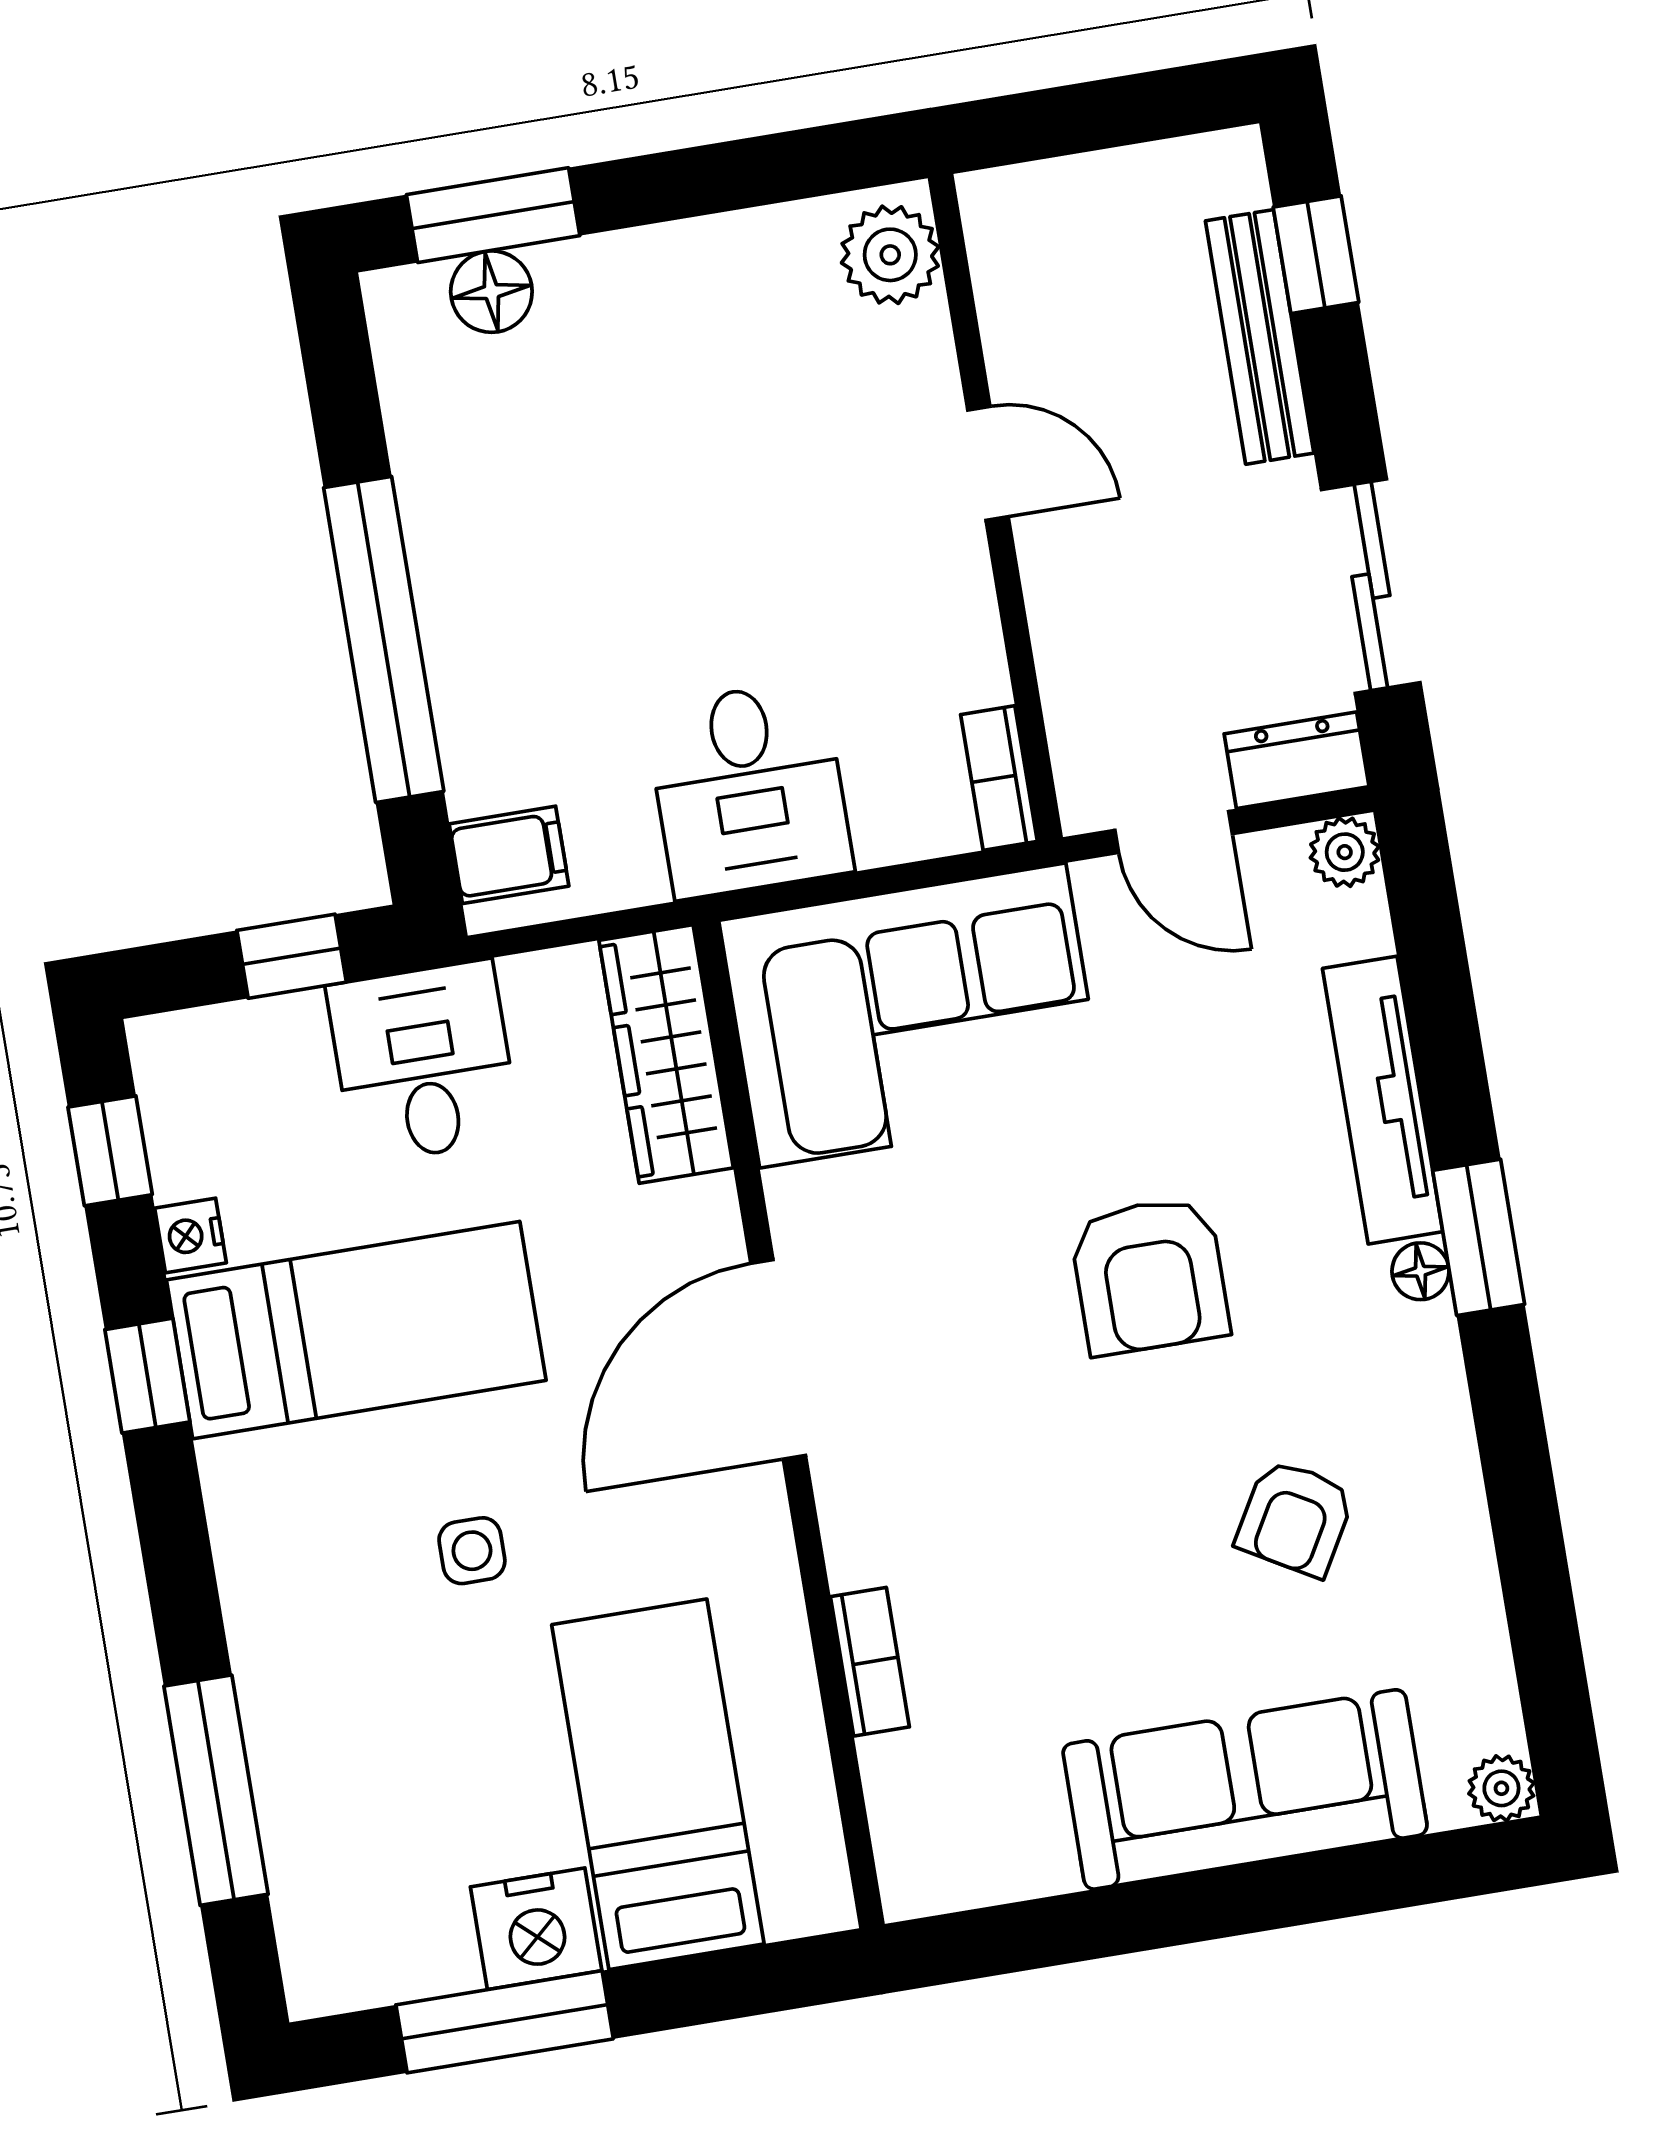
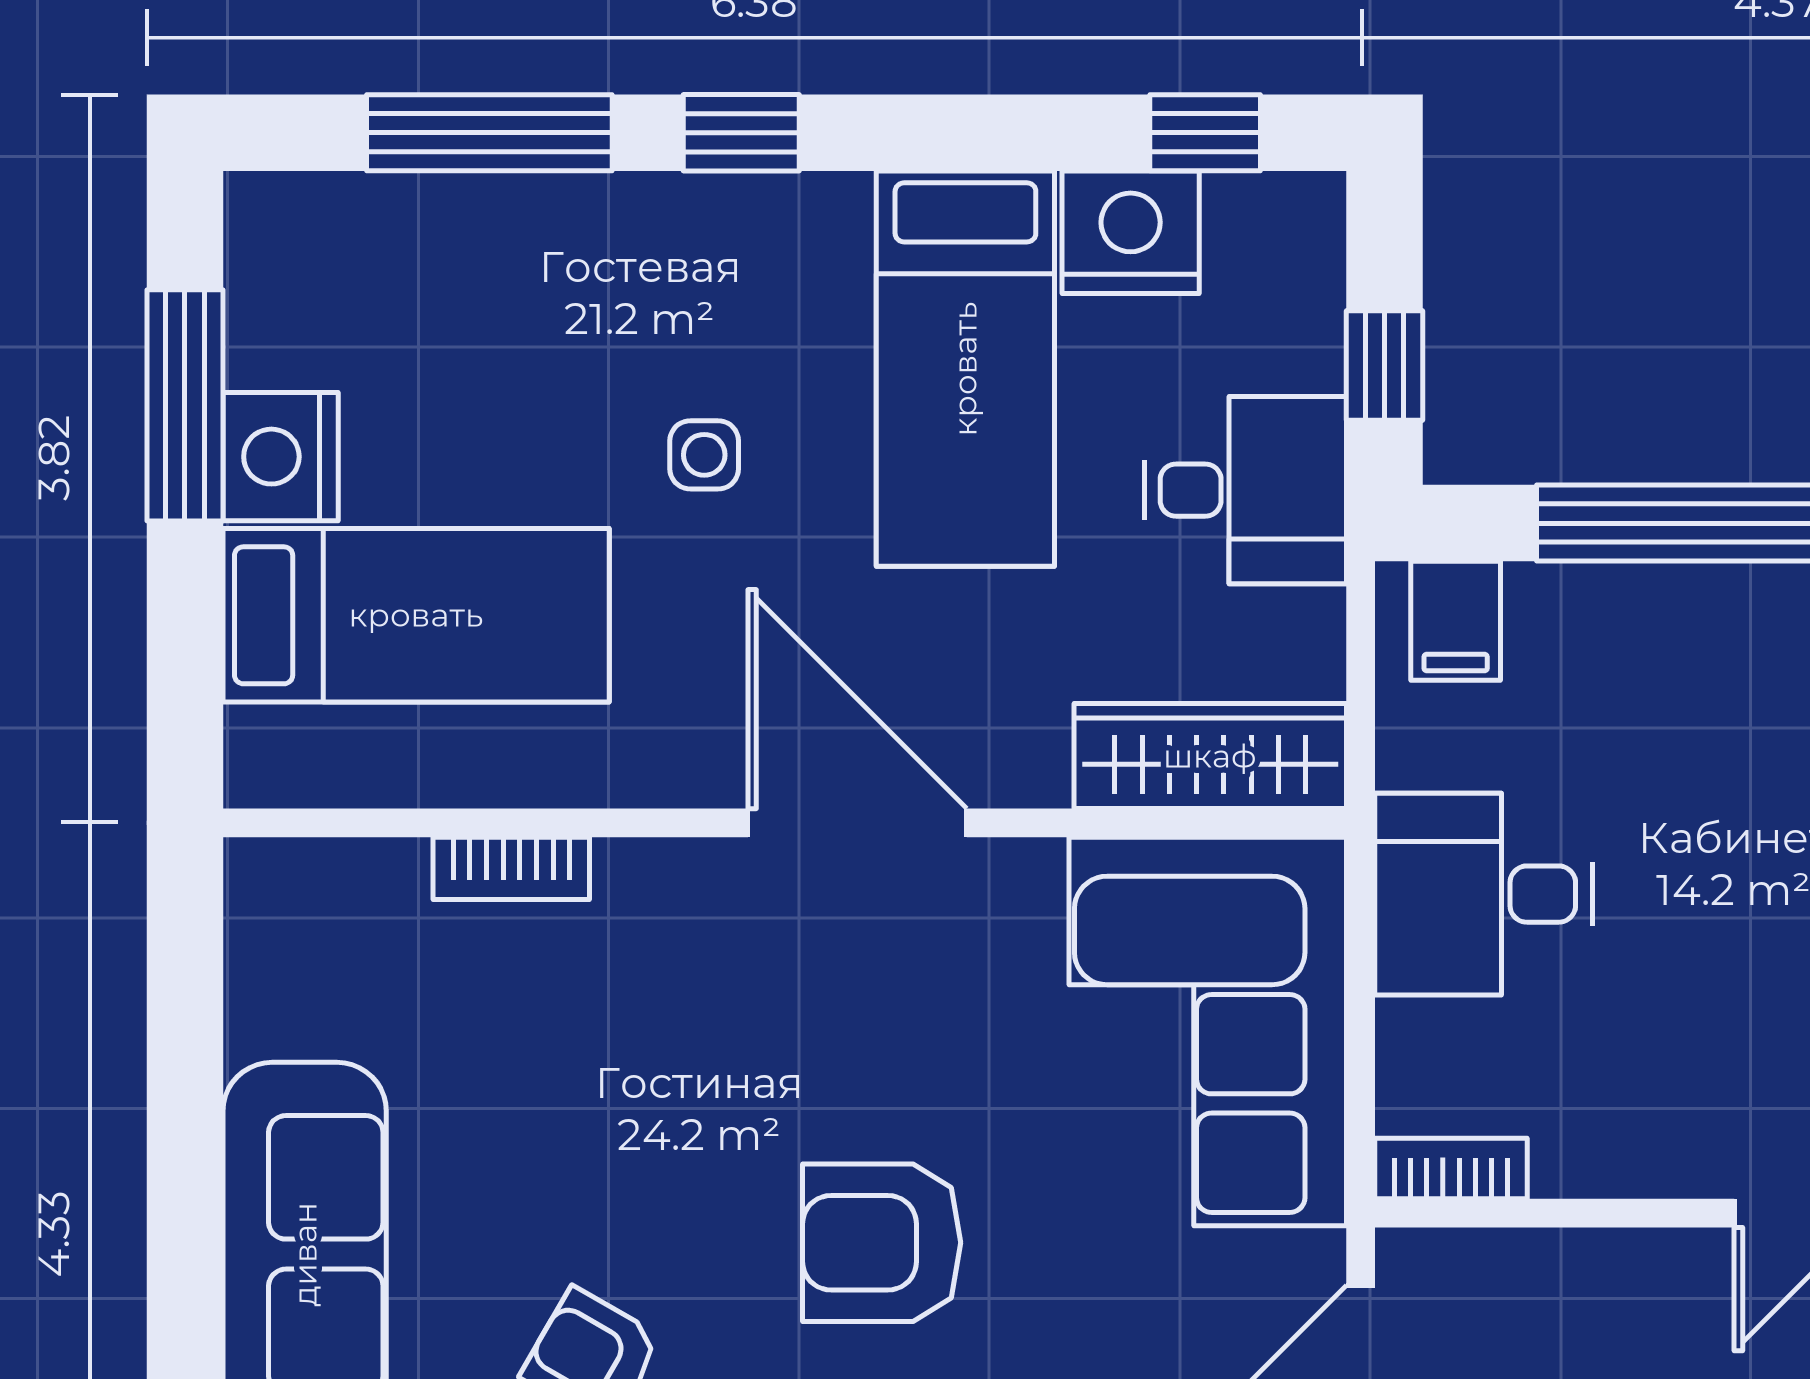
nightstand: (191, 1236) -> (1131, 232), width x1.89, depth x1.79
window: (147, 1376) -> (741, 133), moved

